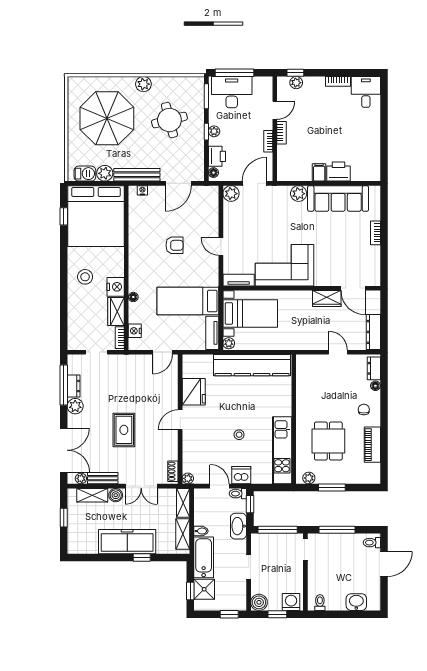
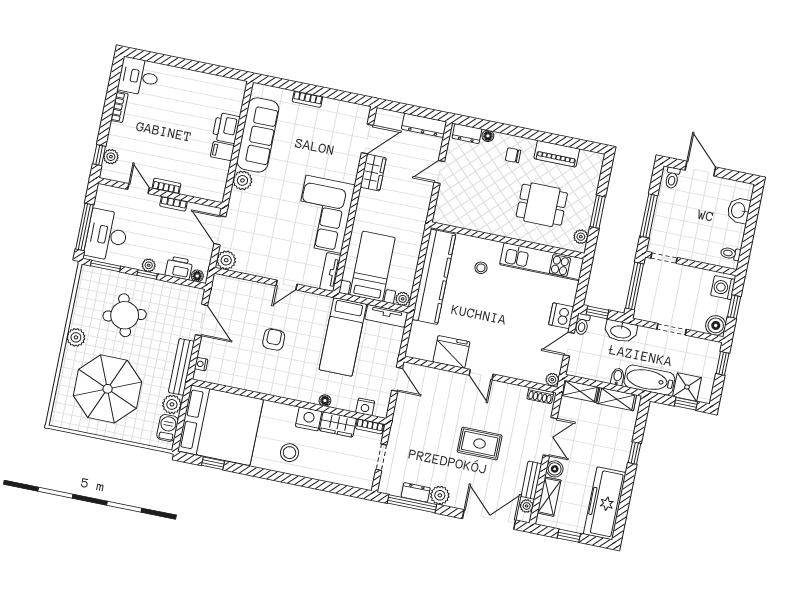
stool: (239, 435) -> (481, 268), moved
freezer: (127, 542) -> (605, 503), moved

